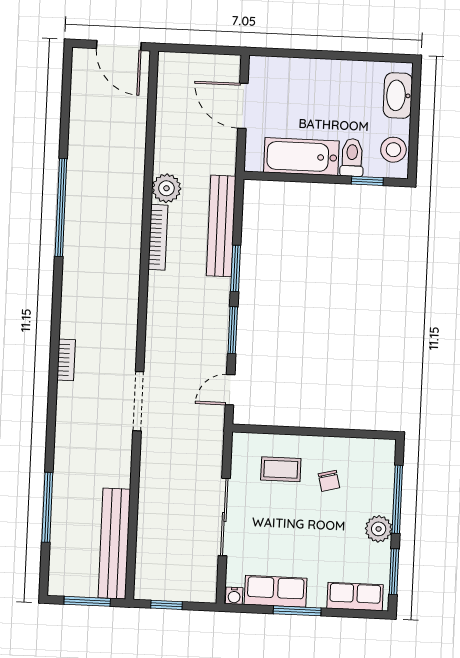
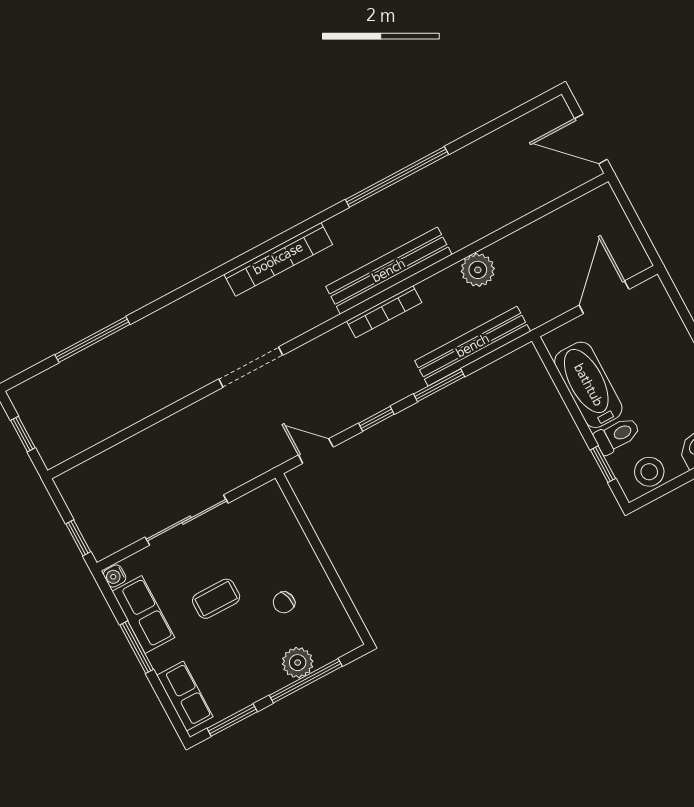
door: (119, 45) -> (591, 139), hinge flipped
bookcase: (158, 237) -> (384, 312), moved
window: (233, 330) -> (376, 419), width x0.67
bookcase: (66, 360) -> (278, 259), width x2.31, depth x1.31
coffee table: (281, 469) -> (216, 599), moved, turned 90
plant: (379, 529) -> (298, 663), moved
bench: (114, 544) -> (389, 271), moved
window: (87, 601) -> (23, 434), width x0.67
window: (166, 605) -> (78, 538), moved

